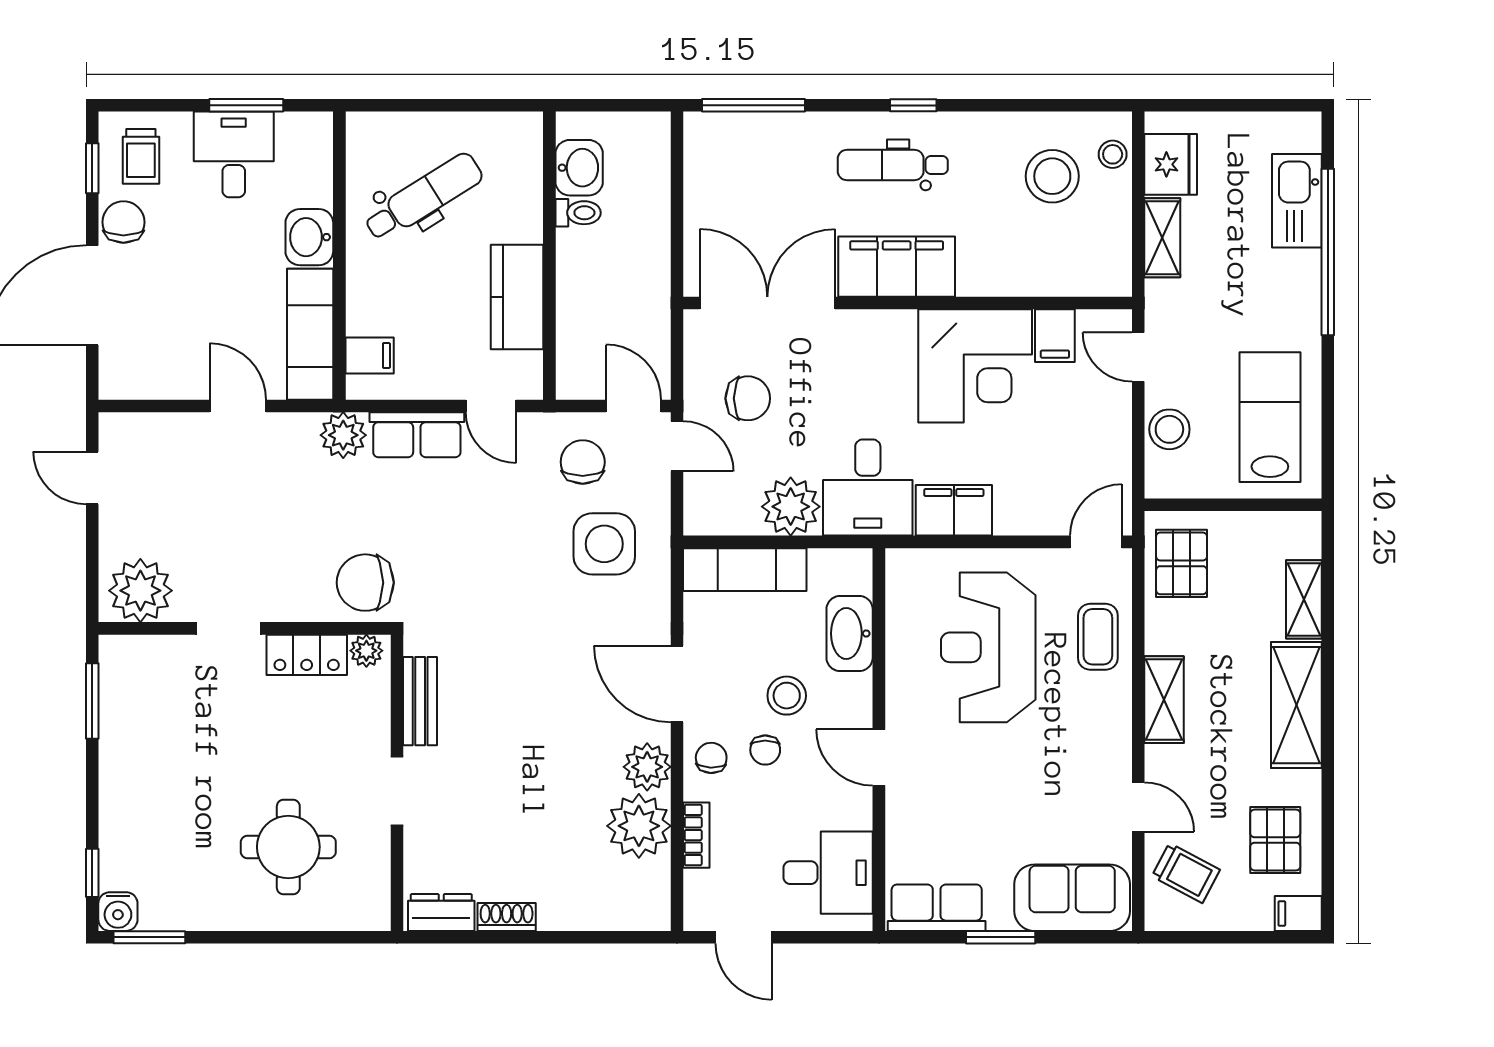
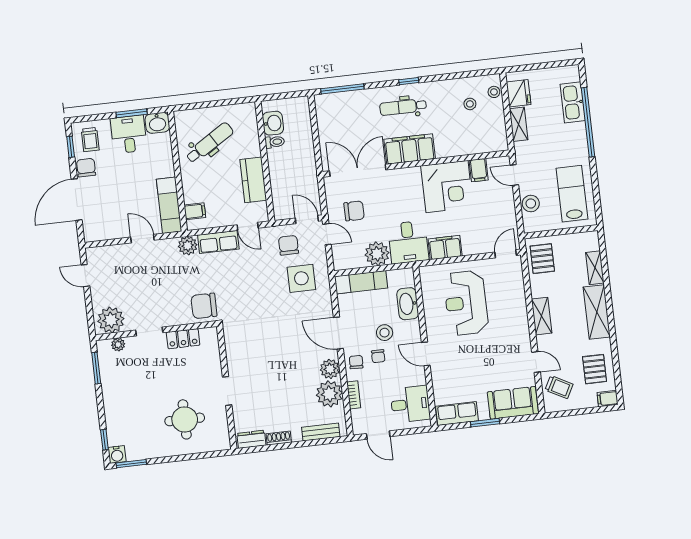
stool: (1052, 176) -> (470, 104), width x0.53, depth x0.53
washbasin: (309, 237) -> (157, 123), moved, turned -90
coffee table: (1098, 637) -> (511, 293), removed
plant: (366, 651) -> (118, 345), moved
bench: (420, 701) -> (321, 432), moved, turned 90

